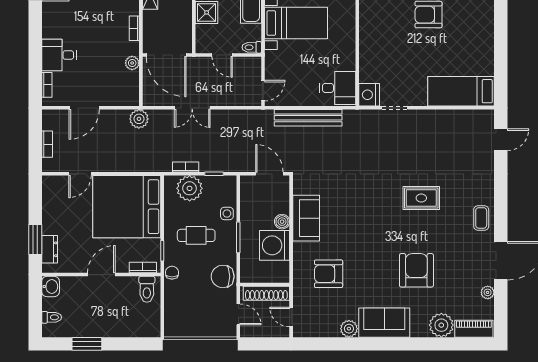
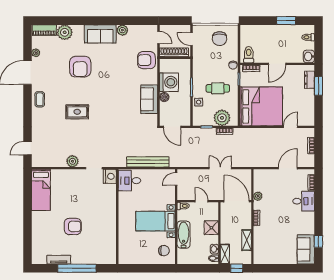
bed: (461, 91) -> (41, 190), moved, turned 90
plant: (139, 119) -> (72, 161), moved
armchair: (329, 274) -> (146, 60), moved, turned 180
chair: (223, 276) -> (219, 39), moved, turned 90

